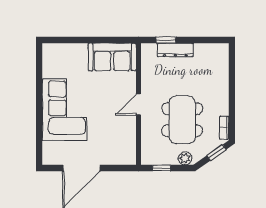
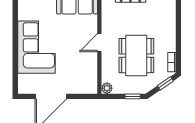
plant: (185, 158) -> (107, 88), moved
window: (162, 168) -> (133, 96), moved

